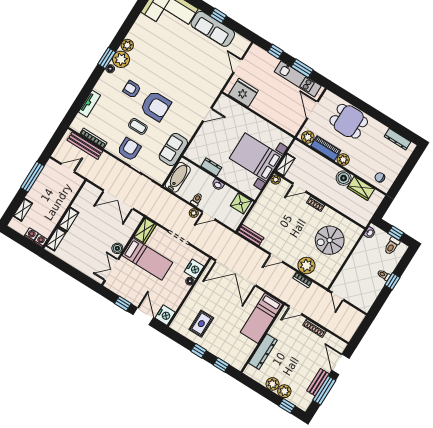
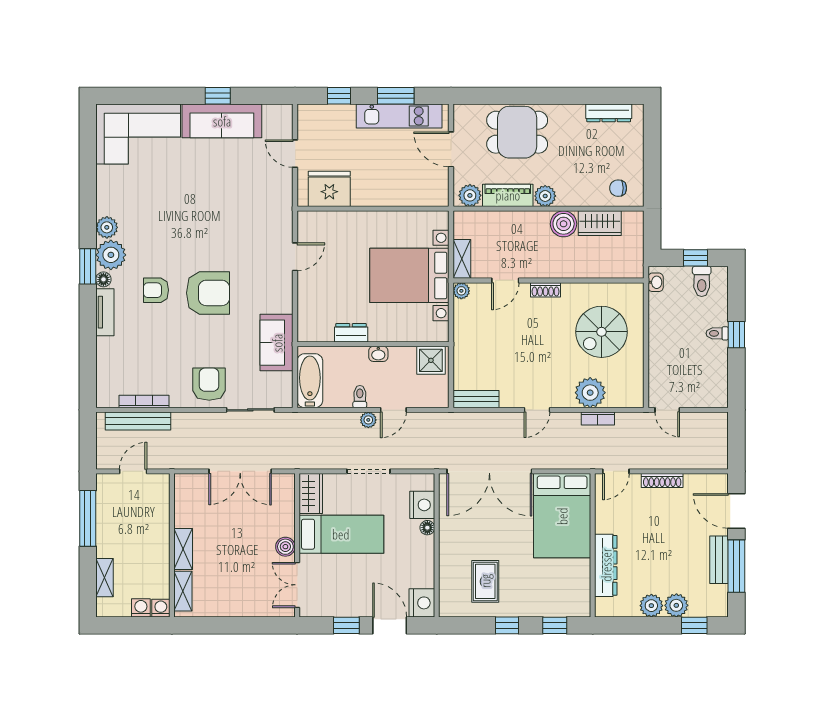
tv unit: (89, 104) -> (105, 312), moved
coffee table: (138, 126) -> (200, 341), removed
bed: (261, 318) -> (562, 516), width x1.50

